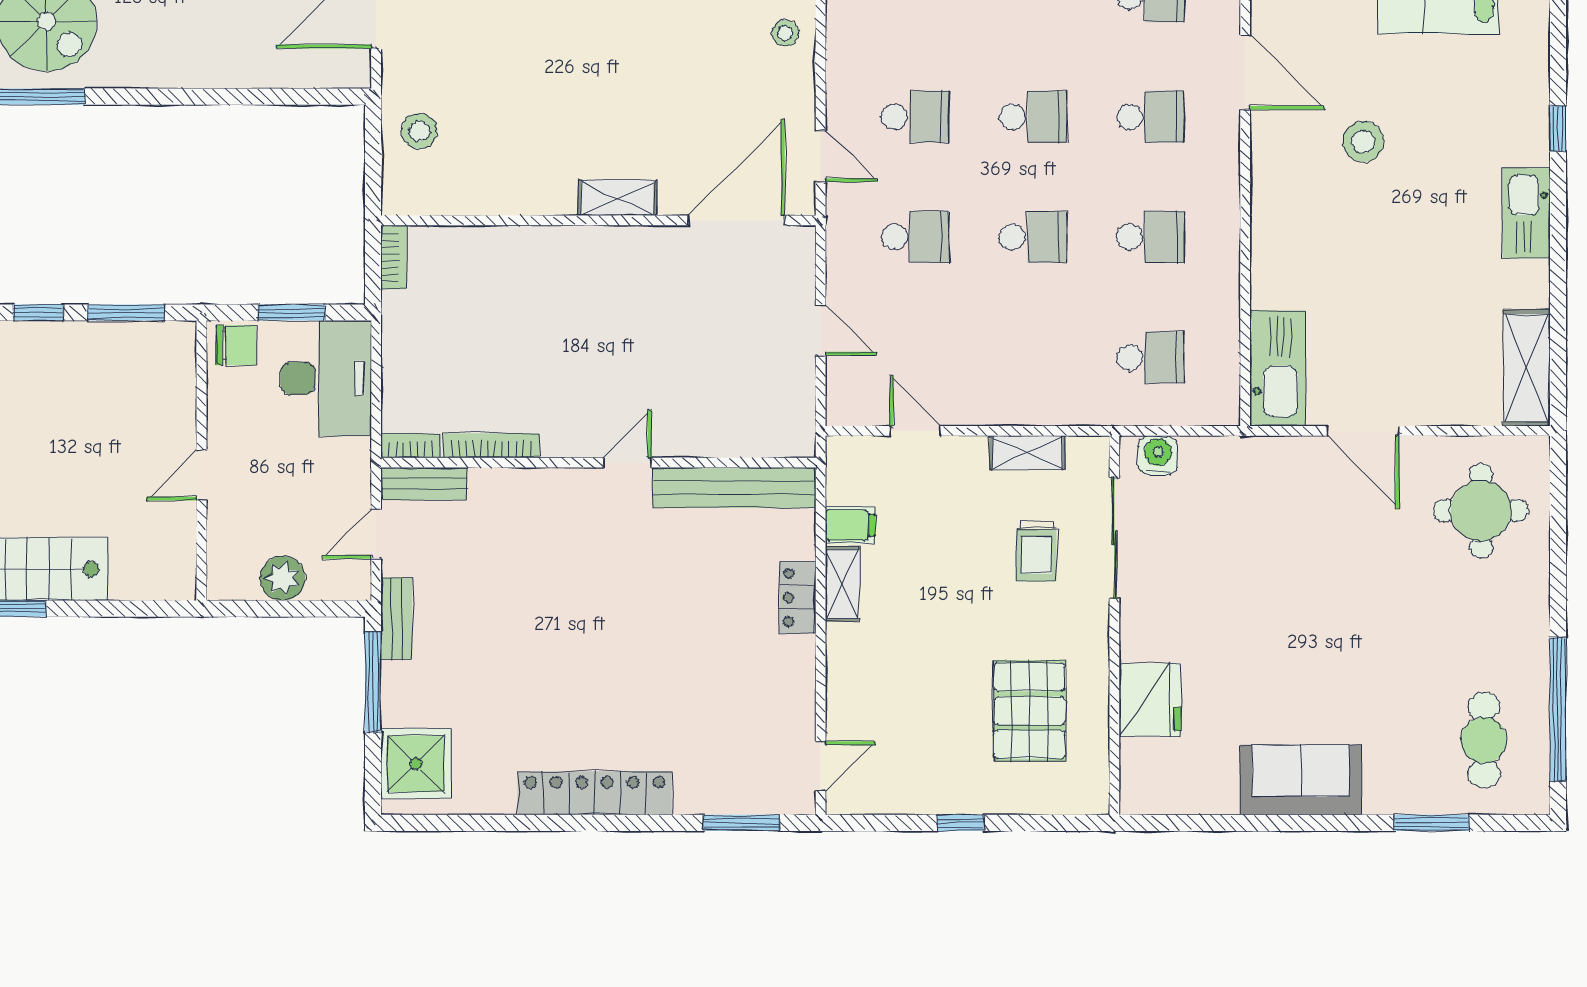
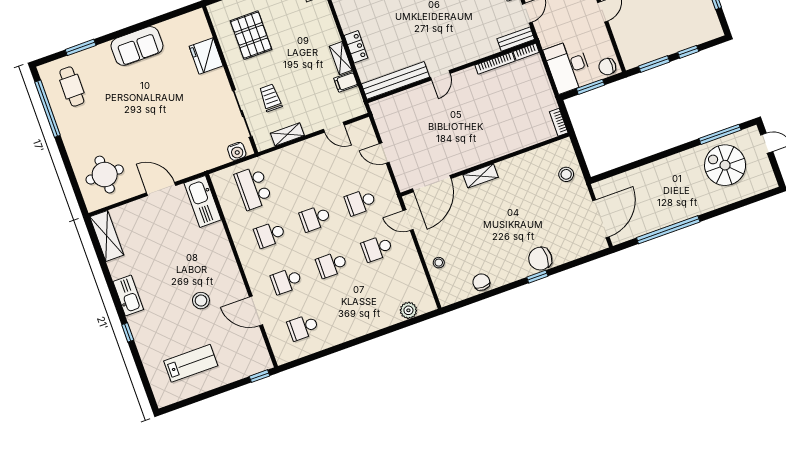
school desk: (1150, 357) -> (253, 188), width x1.85

